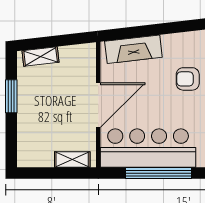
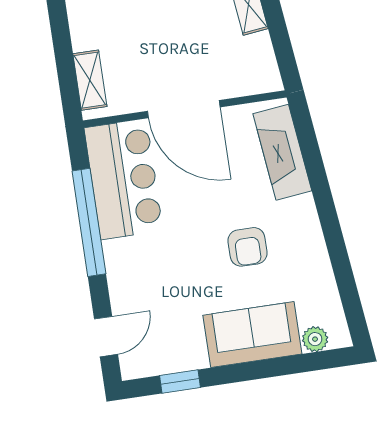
armchair: (188, 79) -> (248, 247), turned 180
bar counter: (148, 148) -> (124, 179), width x0.73

